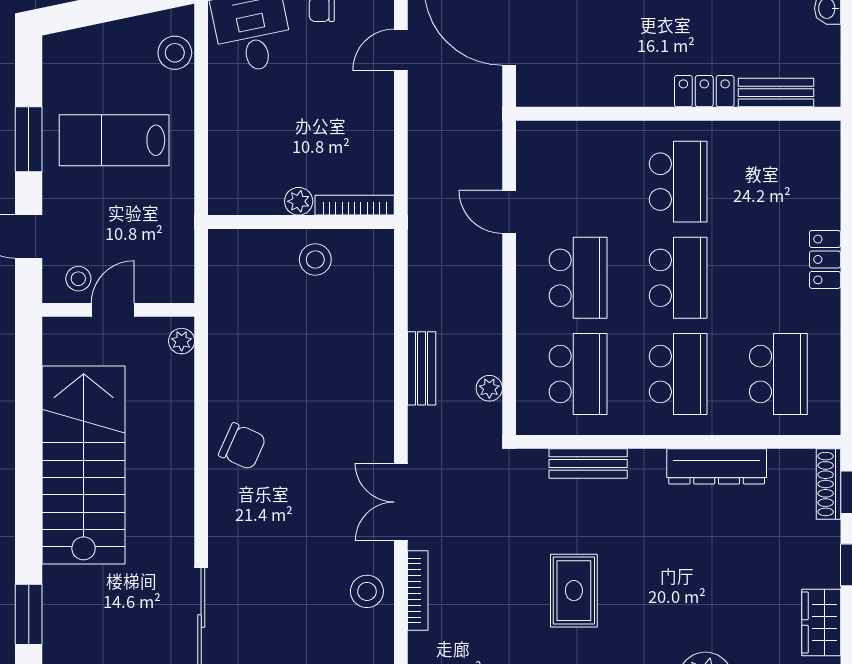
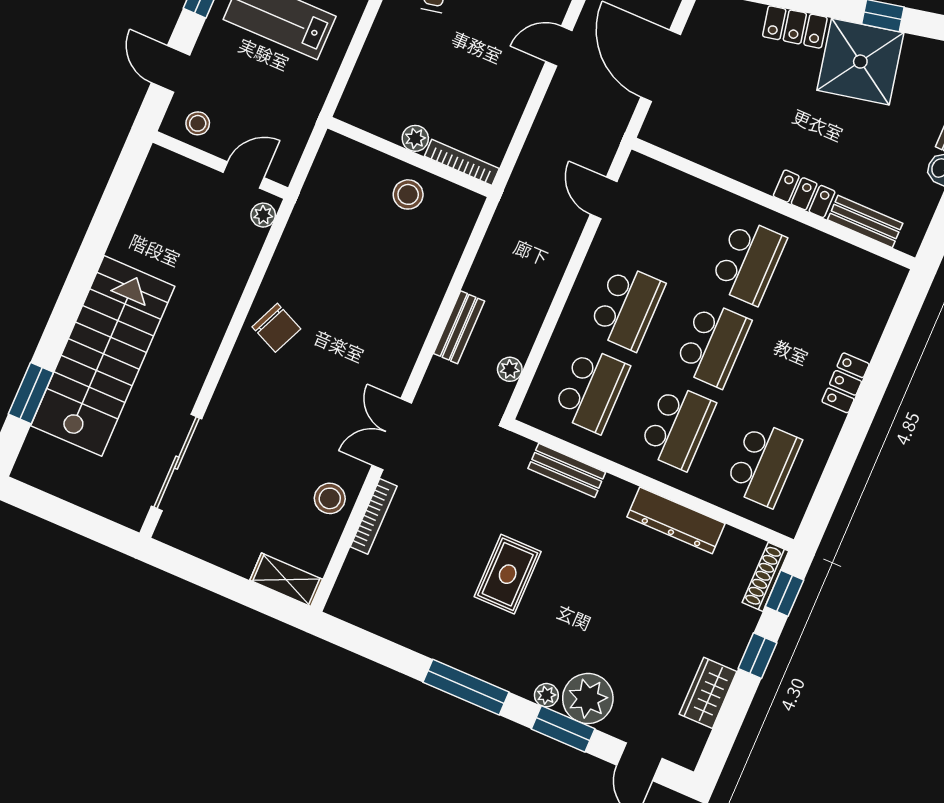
door: (509, 212) -> (604, 198), moved
door: (113, 310) -> (244, 175), moved
stairs: (84, 465) -> (103, 356), moved

